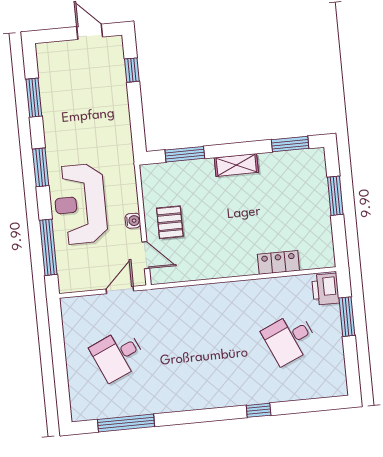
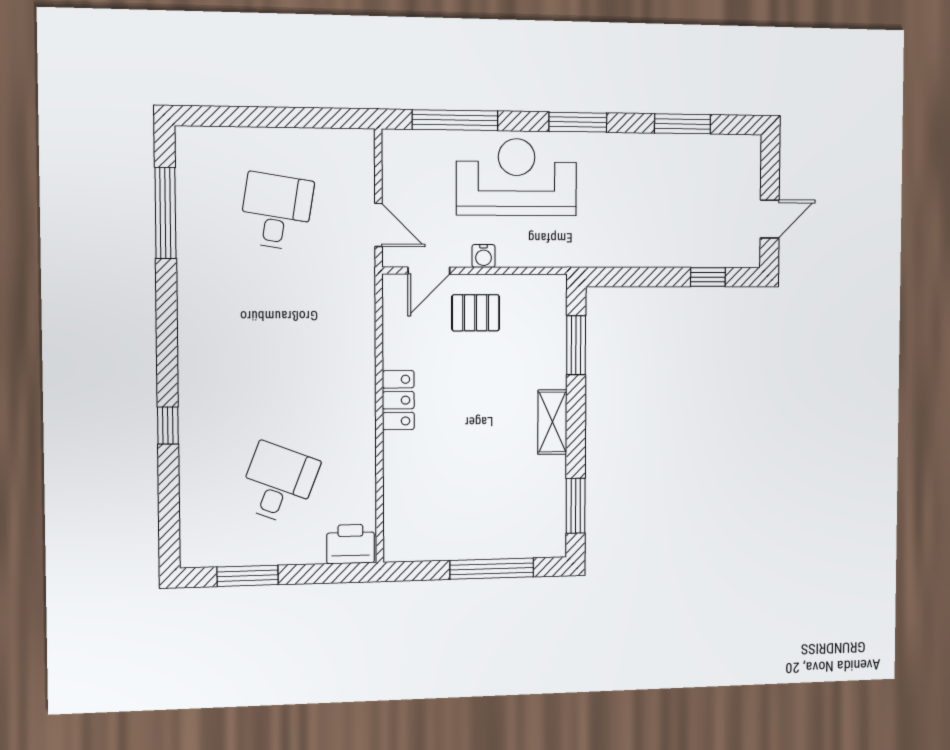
window: (335, 196) -> (492, 569), width x1.44
locker: (278, 262) -> (398, 400), moved
window: (347, 317) -> (248, 576), moved
desk: (290, 338) -> (278, 483), turned 45
desk: (118, 355) -> (276, 211), turned 33

